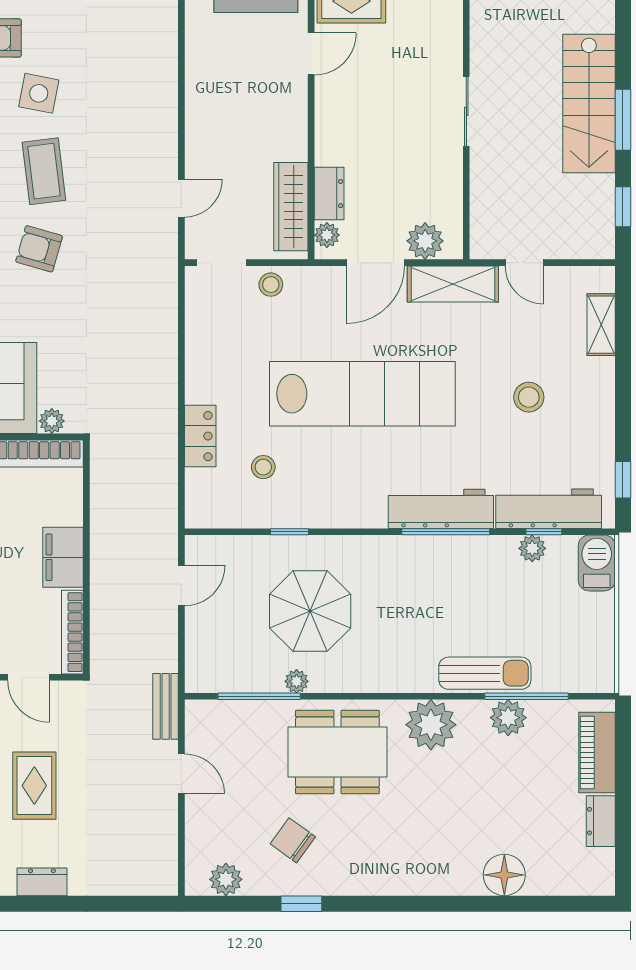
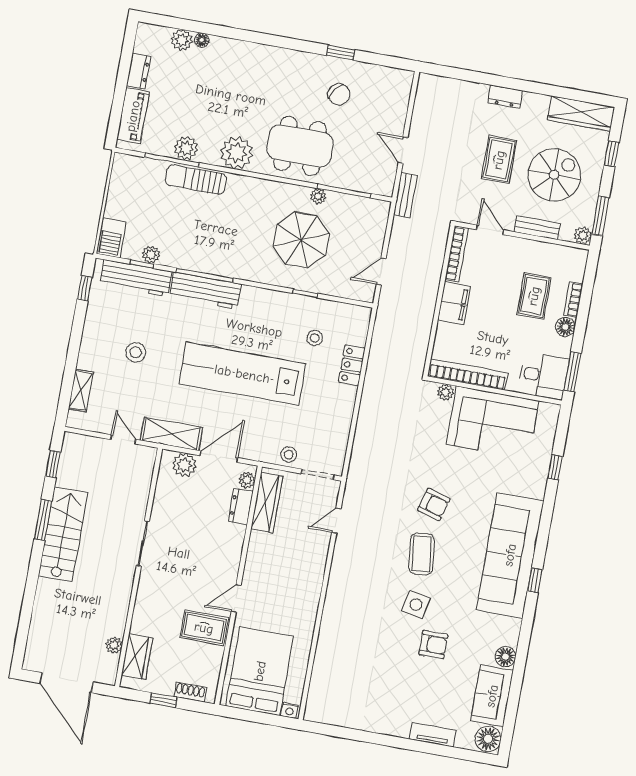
floor lamp: (504, 875) -> (202, 40), width x0.53, depth x0.53
plant: (226, 879) -> (182, 40), moved

